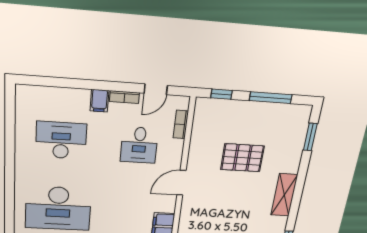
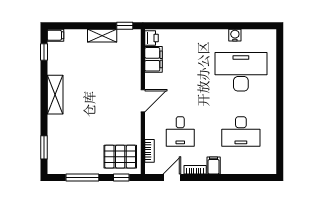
desk: (139, 145) -> (180, 131), turned 180
pallet: (242, 158) -> (120, 157), moved

